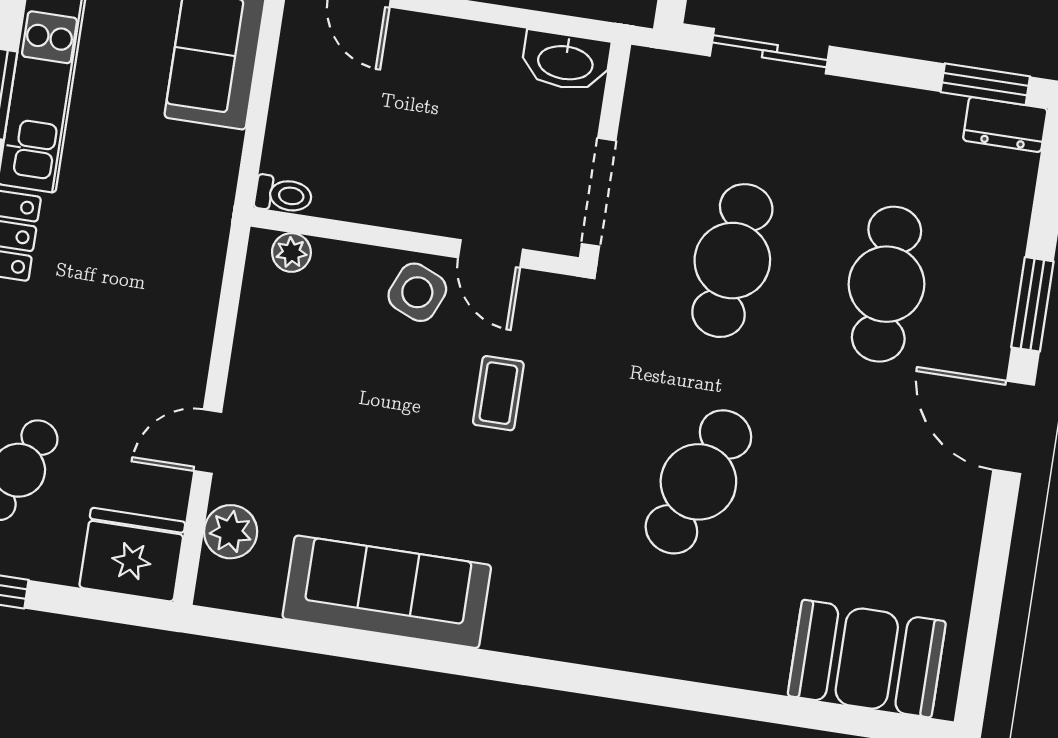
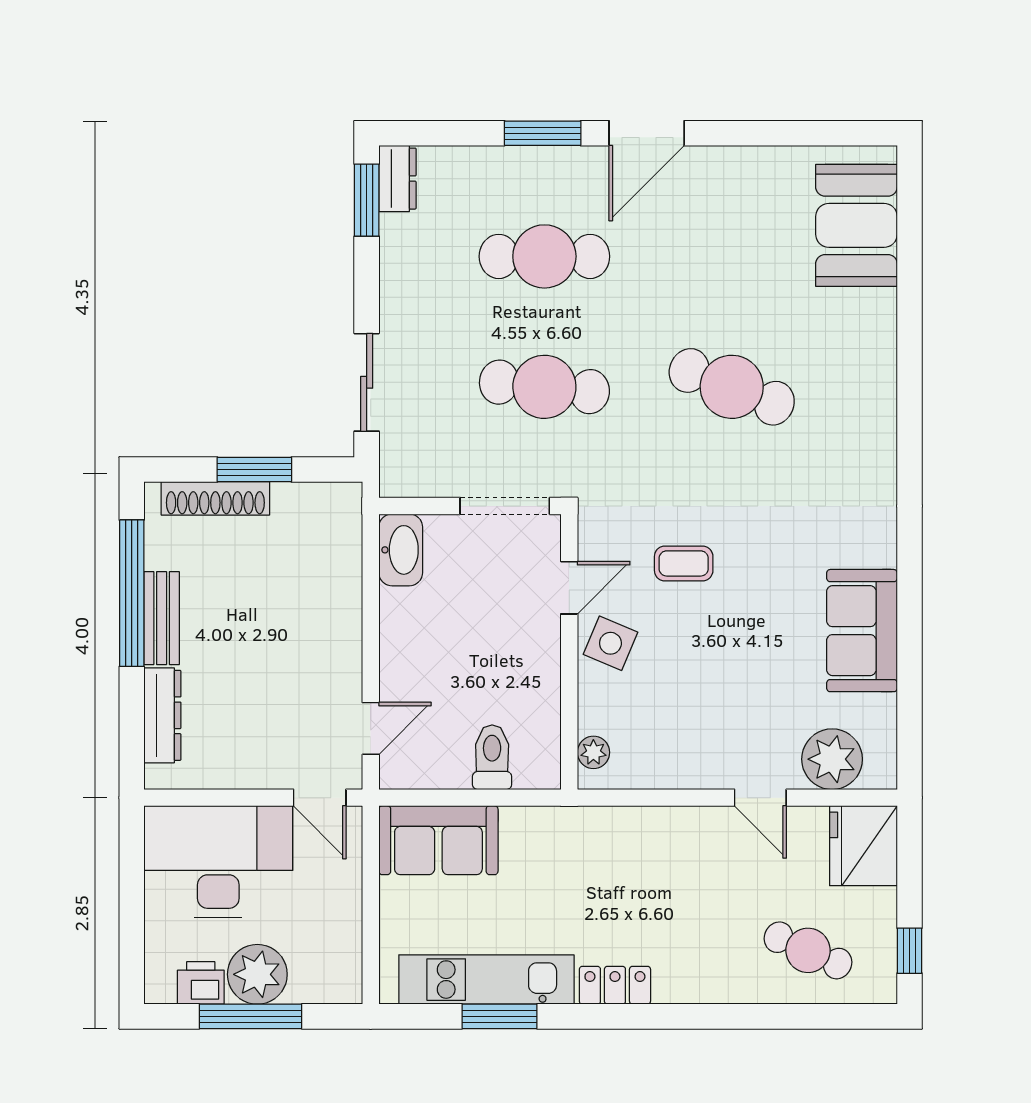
toilet: (283, 195) -> (492, 757), moved, width x1.37, depth x1.39
plant: (231, 532) -> (832, 759), width x1.36, depth x1.36
sofa: (387, 592) -> (862, 631), width x0.73

